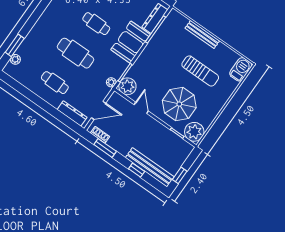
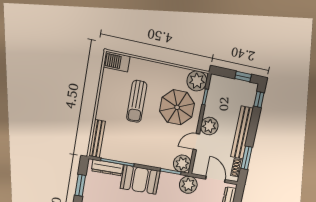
bench: (202, 35) -> (97, 139), moved
sun lounger: (200, 71) -> (137, 101), turned 180
plant: (111, 82) -> (188, 185), width x1.87, depth x1.87
plant: (150, 126) -> (209, 126), added
bench: (150, 167) -> (242, 133), moved
window: (137, 170) -> (259, 100), moved

